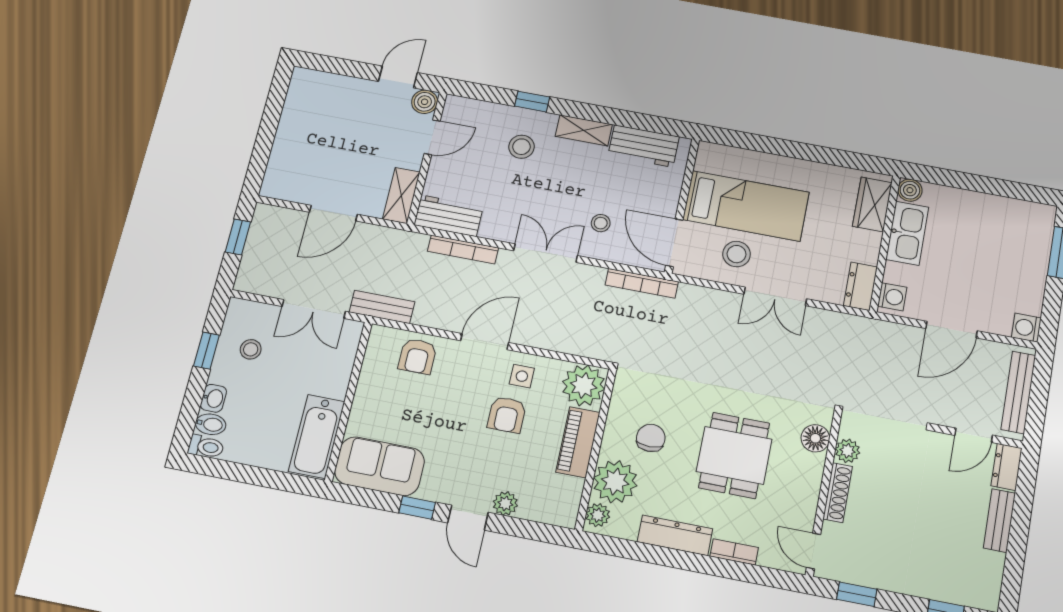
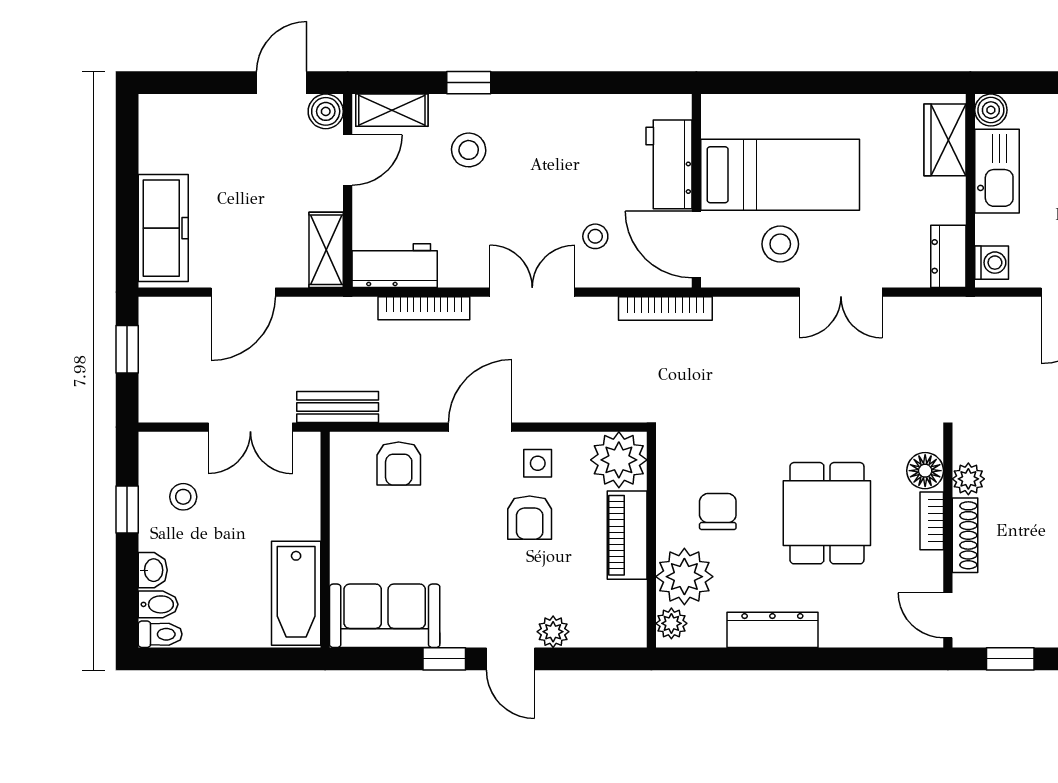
shelving: (584, 130) -> (392, 110), moved
workbench: (644, 146) -> (669, 164), moved, turned 90
freezer: (287, 159) -> (163, 228), added
bookcase: (734, 552) -> (932, 521), moved, turned -90

